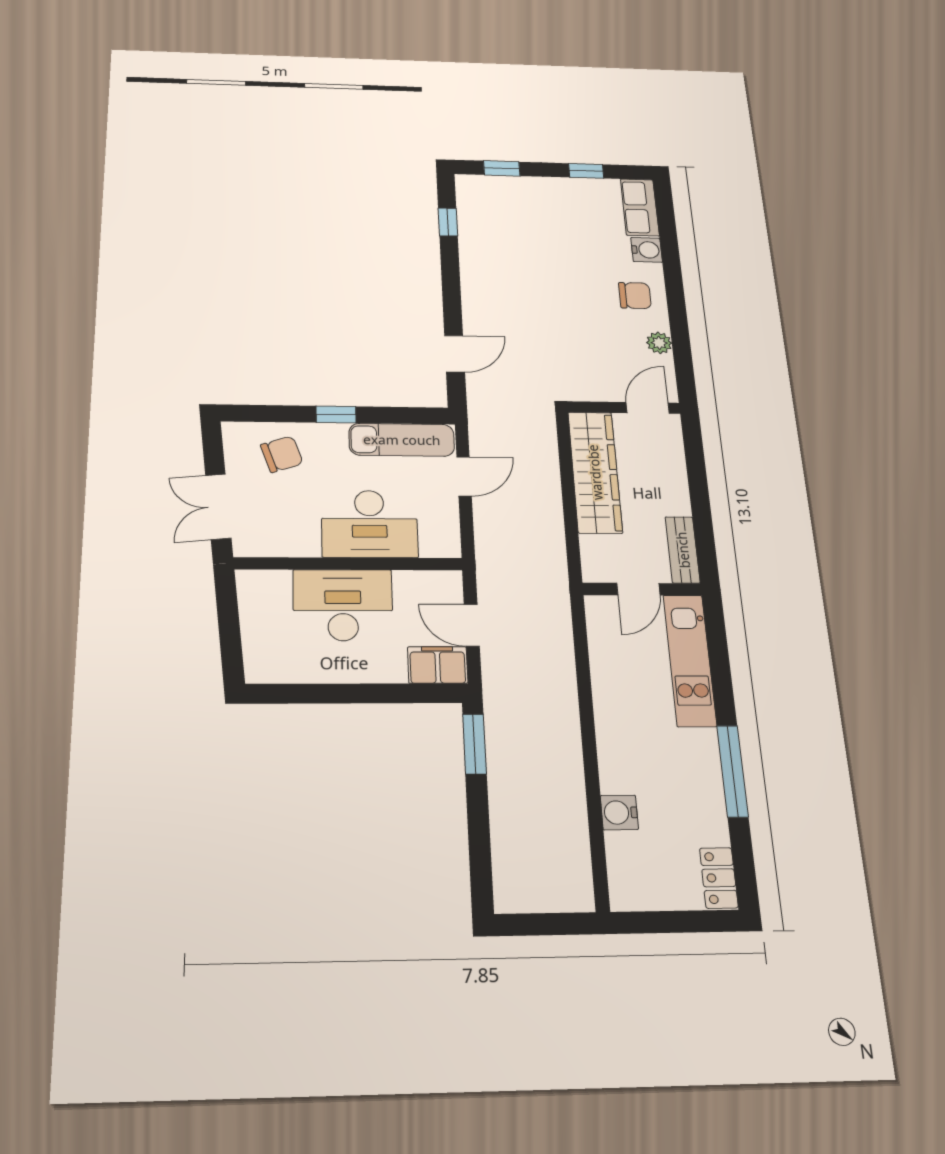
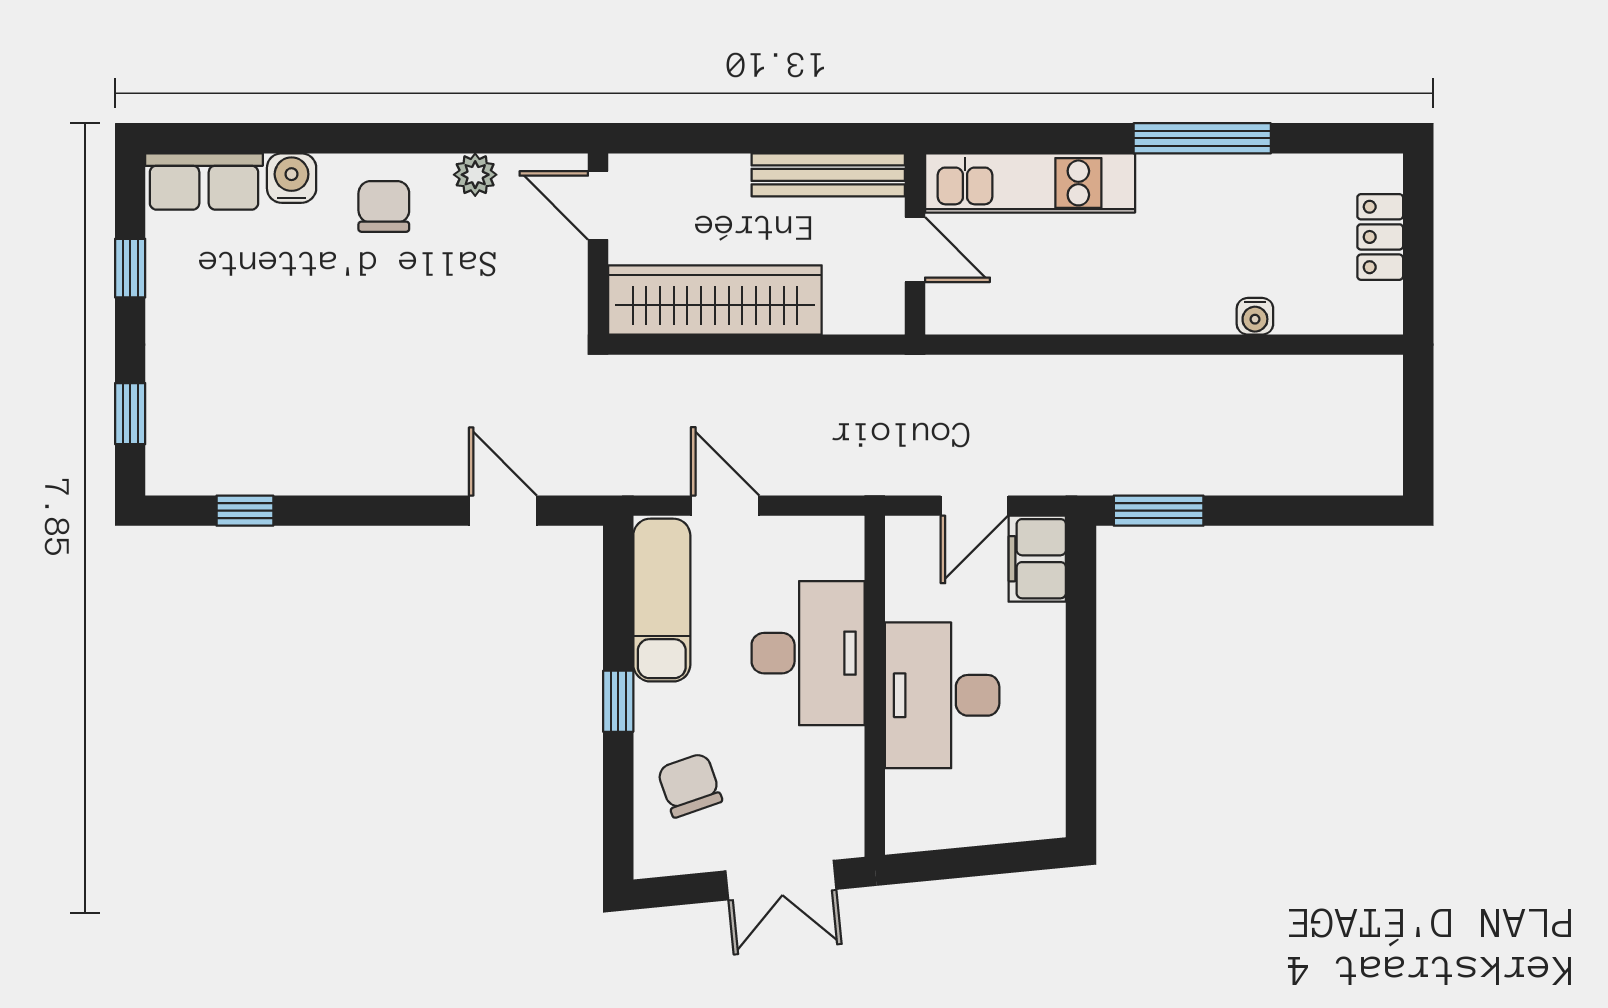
bench: (683, 550) -> (828, 175), width x1.36
water cooler: (619, 812) -> (1255, 316), width x0.72, depth x0.72
locker: (719, 878) -> (1380, 237), moved, turned 90

